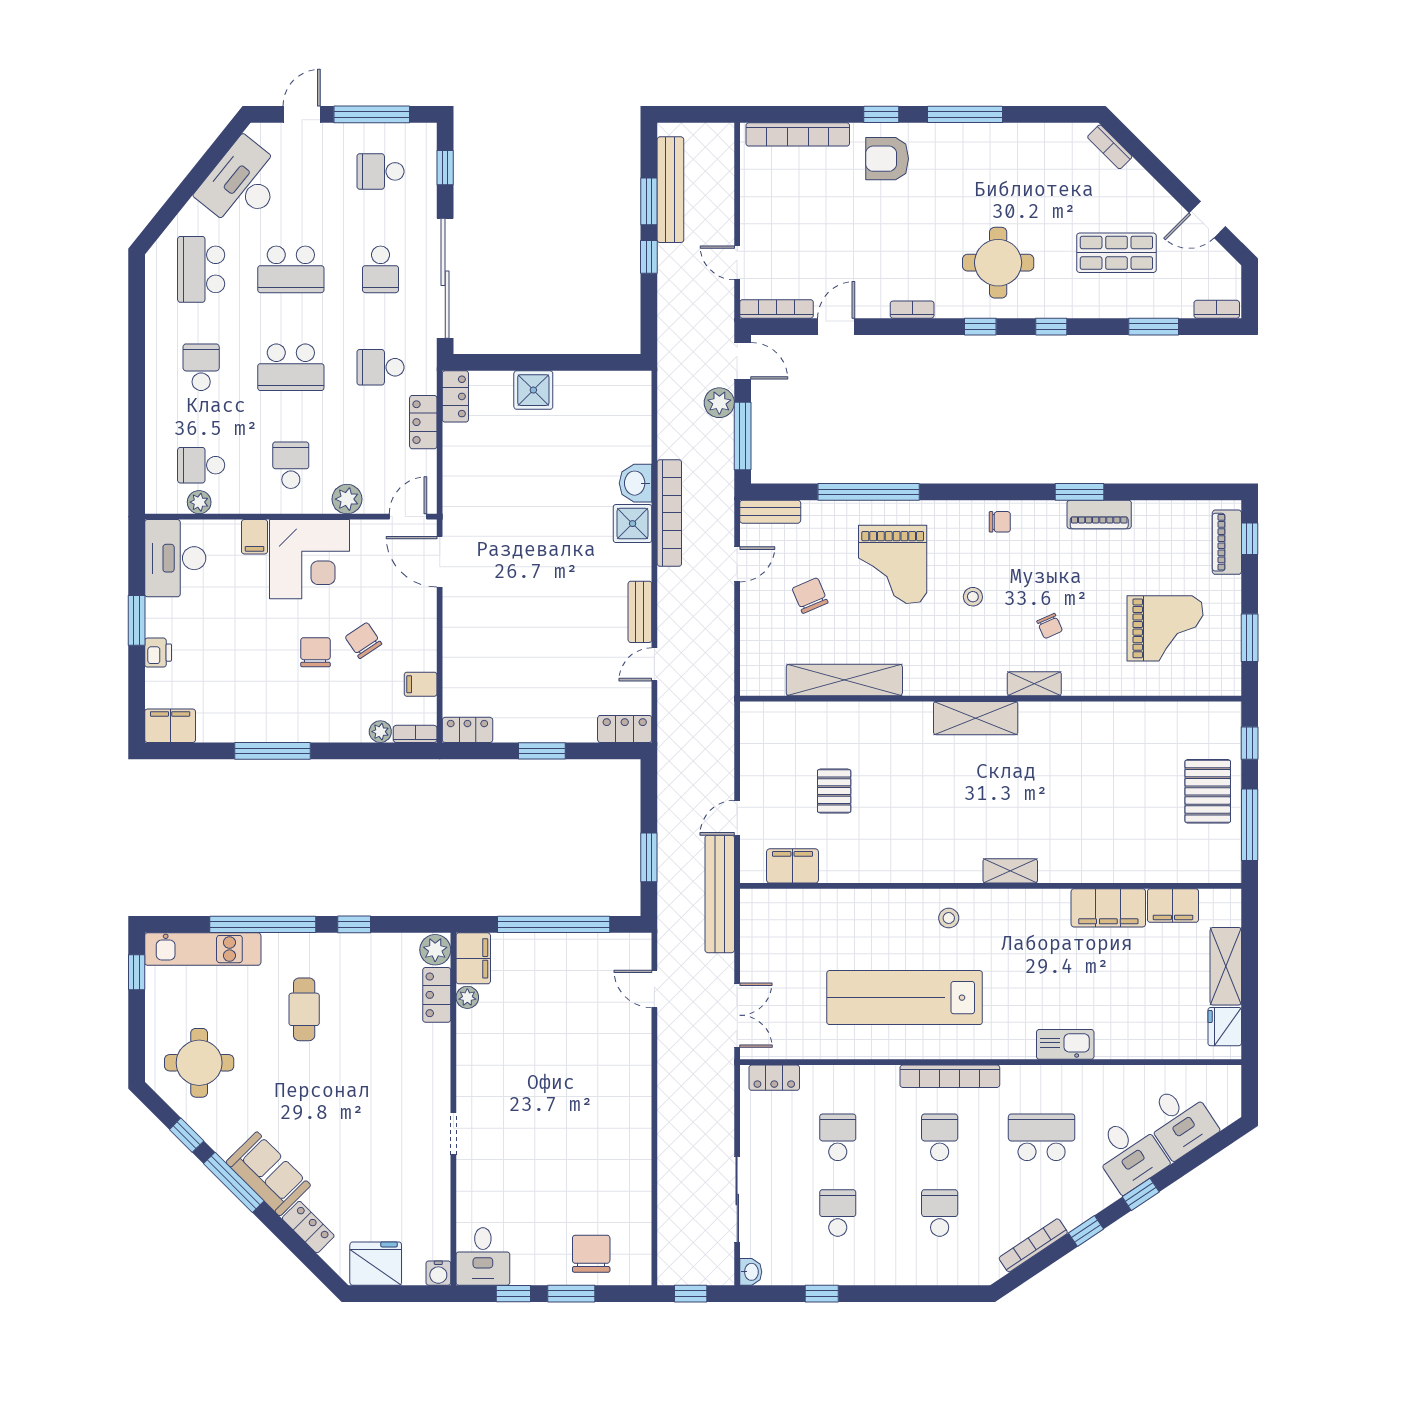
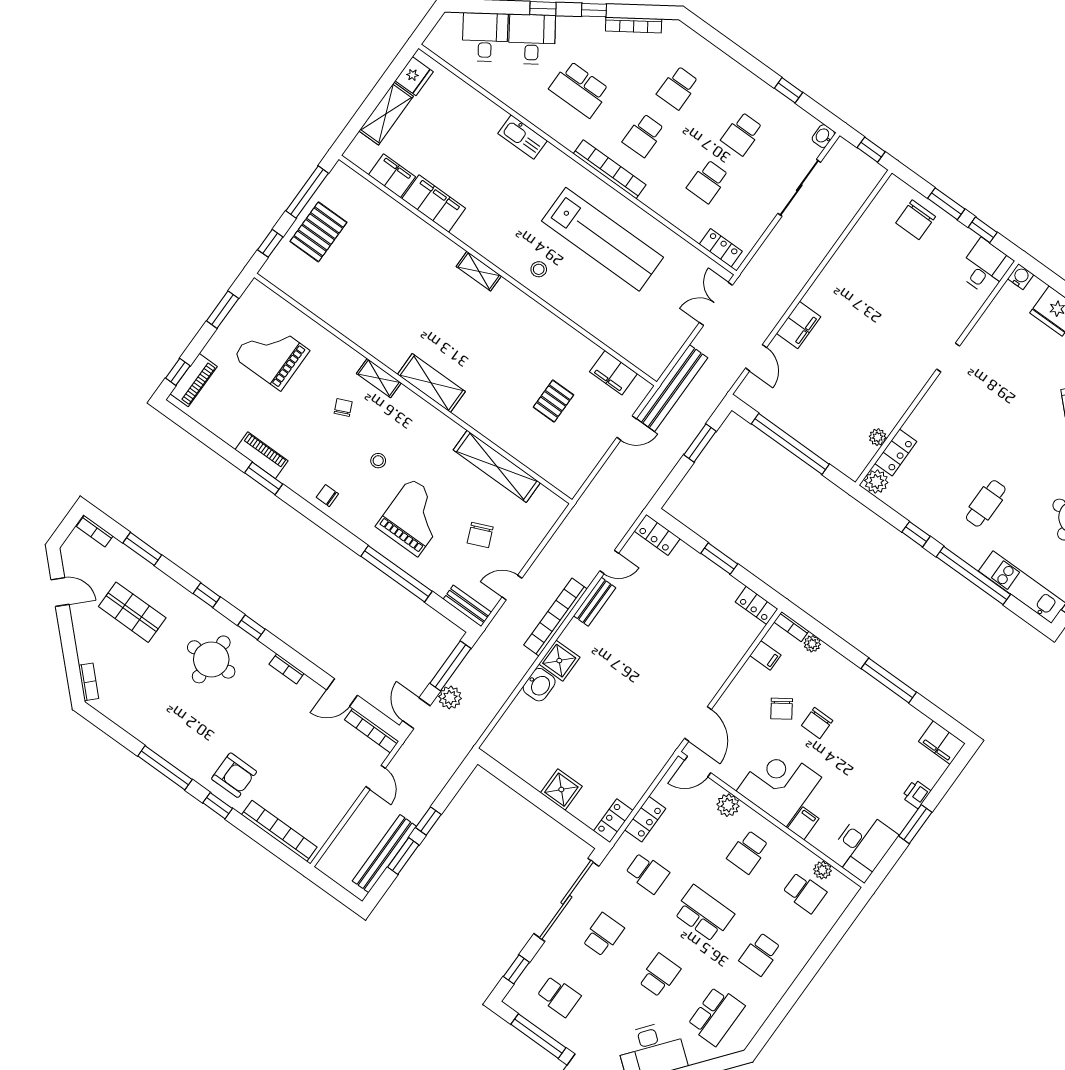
school desk: (291, 269) -> (659, 975), width x0.54
bookcase: (669, 513) -> (556, 617), moved
filing cabinet: (473, 958) -> (799, 325), moved, turned 180

